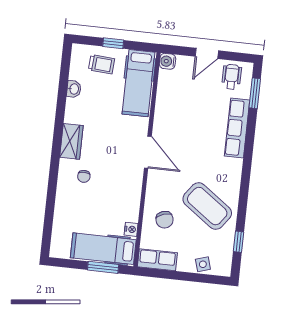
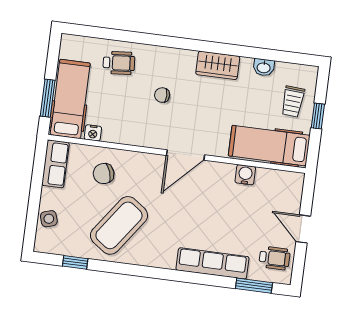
water cooler: (168, 61) -> (245, 175), moved
wardrobe: (71, 141) -> (218, 65), moved
chair: (84, 176) -> (162, 95), moved
wheelchair: (73, 209) -> (119, 63), added

